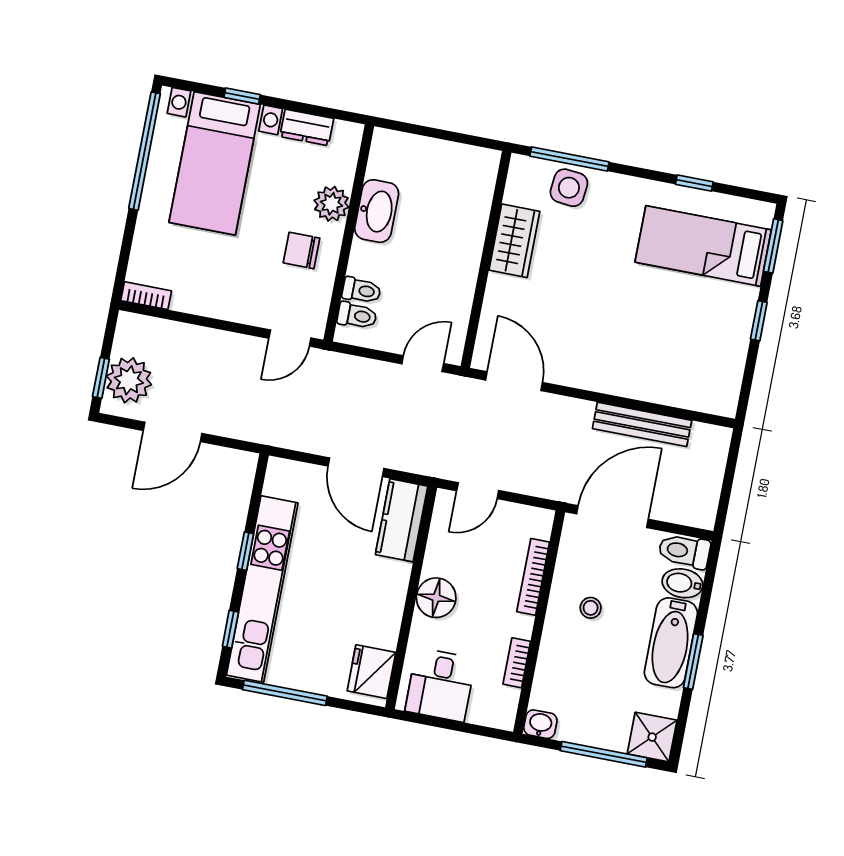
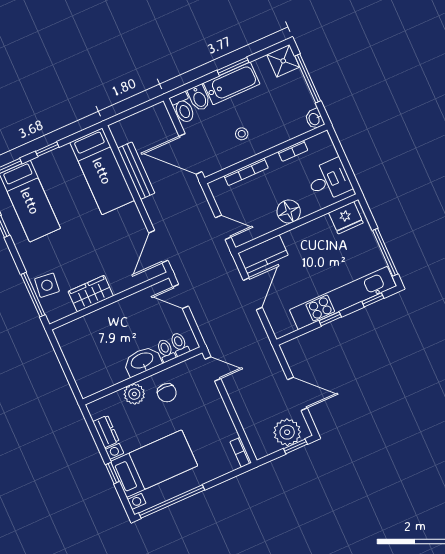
washbasin: (377, 211) -> (142, 361), moved
bed: (674, 376) -> (102, 171), added

